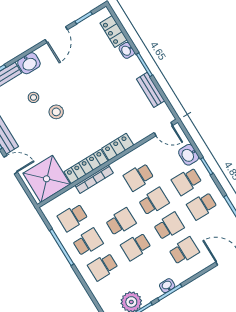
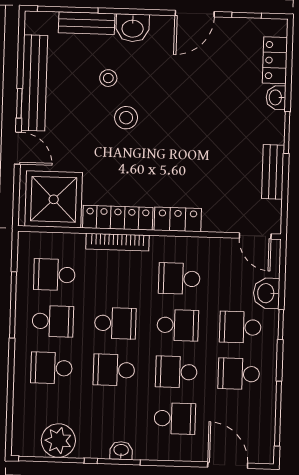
school desk: (169, 226) -> (176, 372), turned 180

